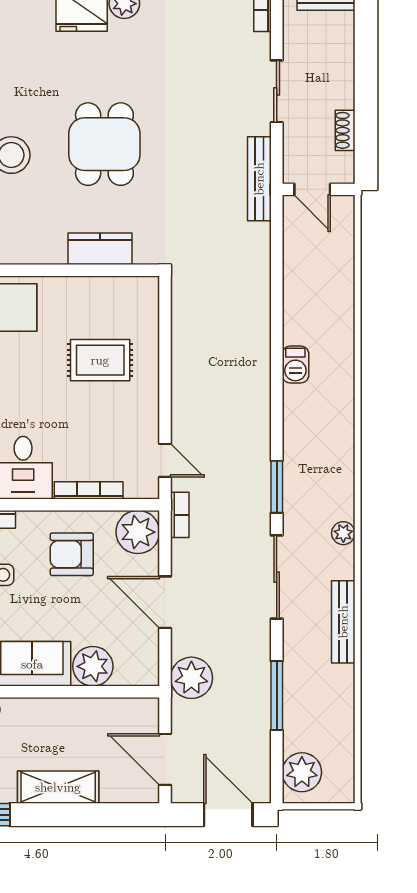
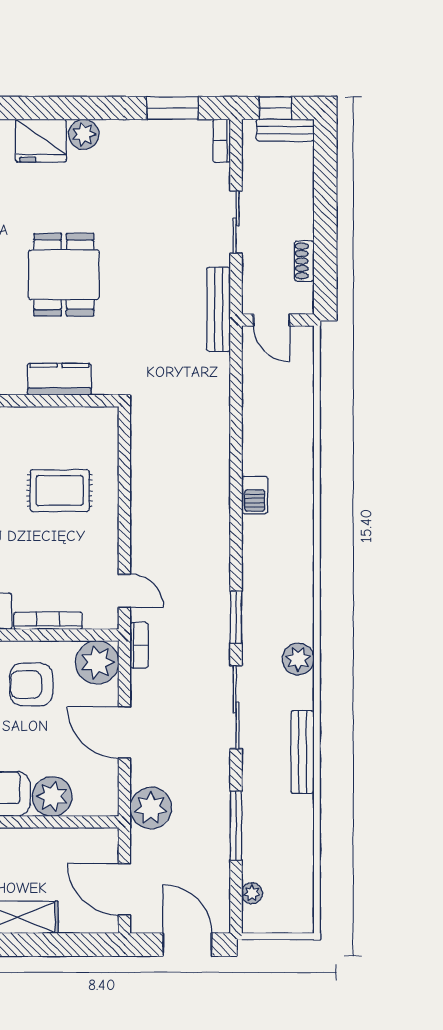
plant: (343, 533) -> (298, 659), width x1.38, depth x1.38
plant: (302, 772) -> (252, 893), width x0.53, depth x0.53

